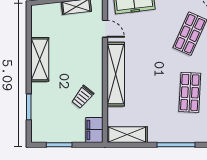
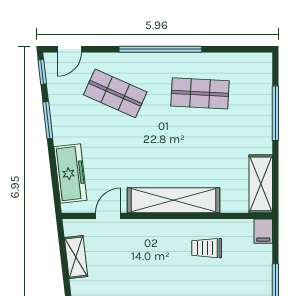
trolley: (83, 97) -> (207, 248), turned 141
filing cabinet: (94, 130) -> (263, 231), width x0.50

